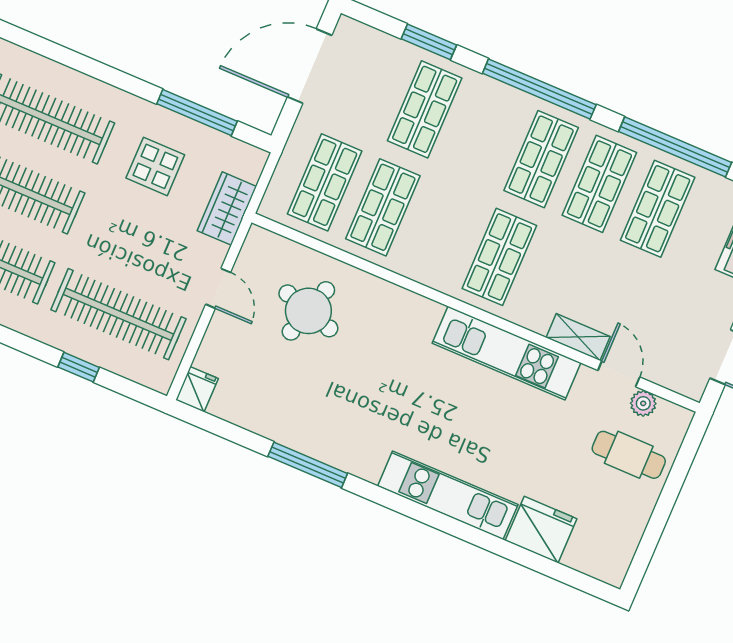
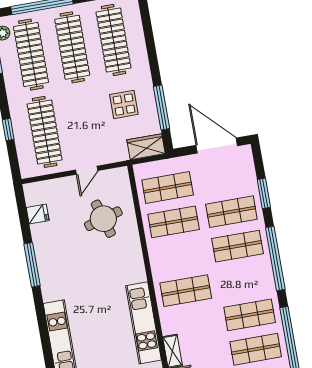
shop shelf: (541, 159) -> (237, 246), moved
wardrobe: (227, 209) -> (146, 147), moved
round table: (308, 311) -> (103, 219), turned -33
fridge: (197, 389) -> (38, 214), moved

